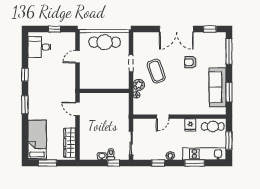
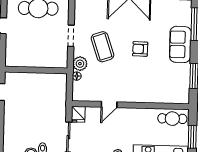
armchair: (190, 62) -> (140, 49), moved
sofa: (218, 87) -> (180, 44), moved, width x0.73
fridge: (190, 125) -> (78, 114), moved

